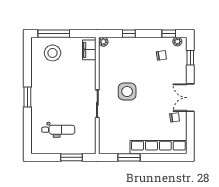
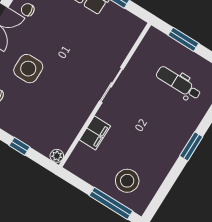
filing cabinet: (89, 50) -> (95, 133), moved
side table: (127, 92) -> (28, 69), moved

